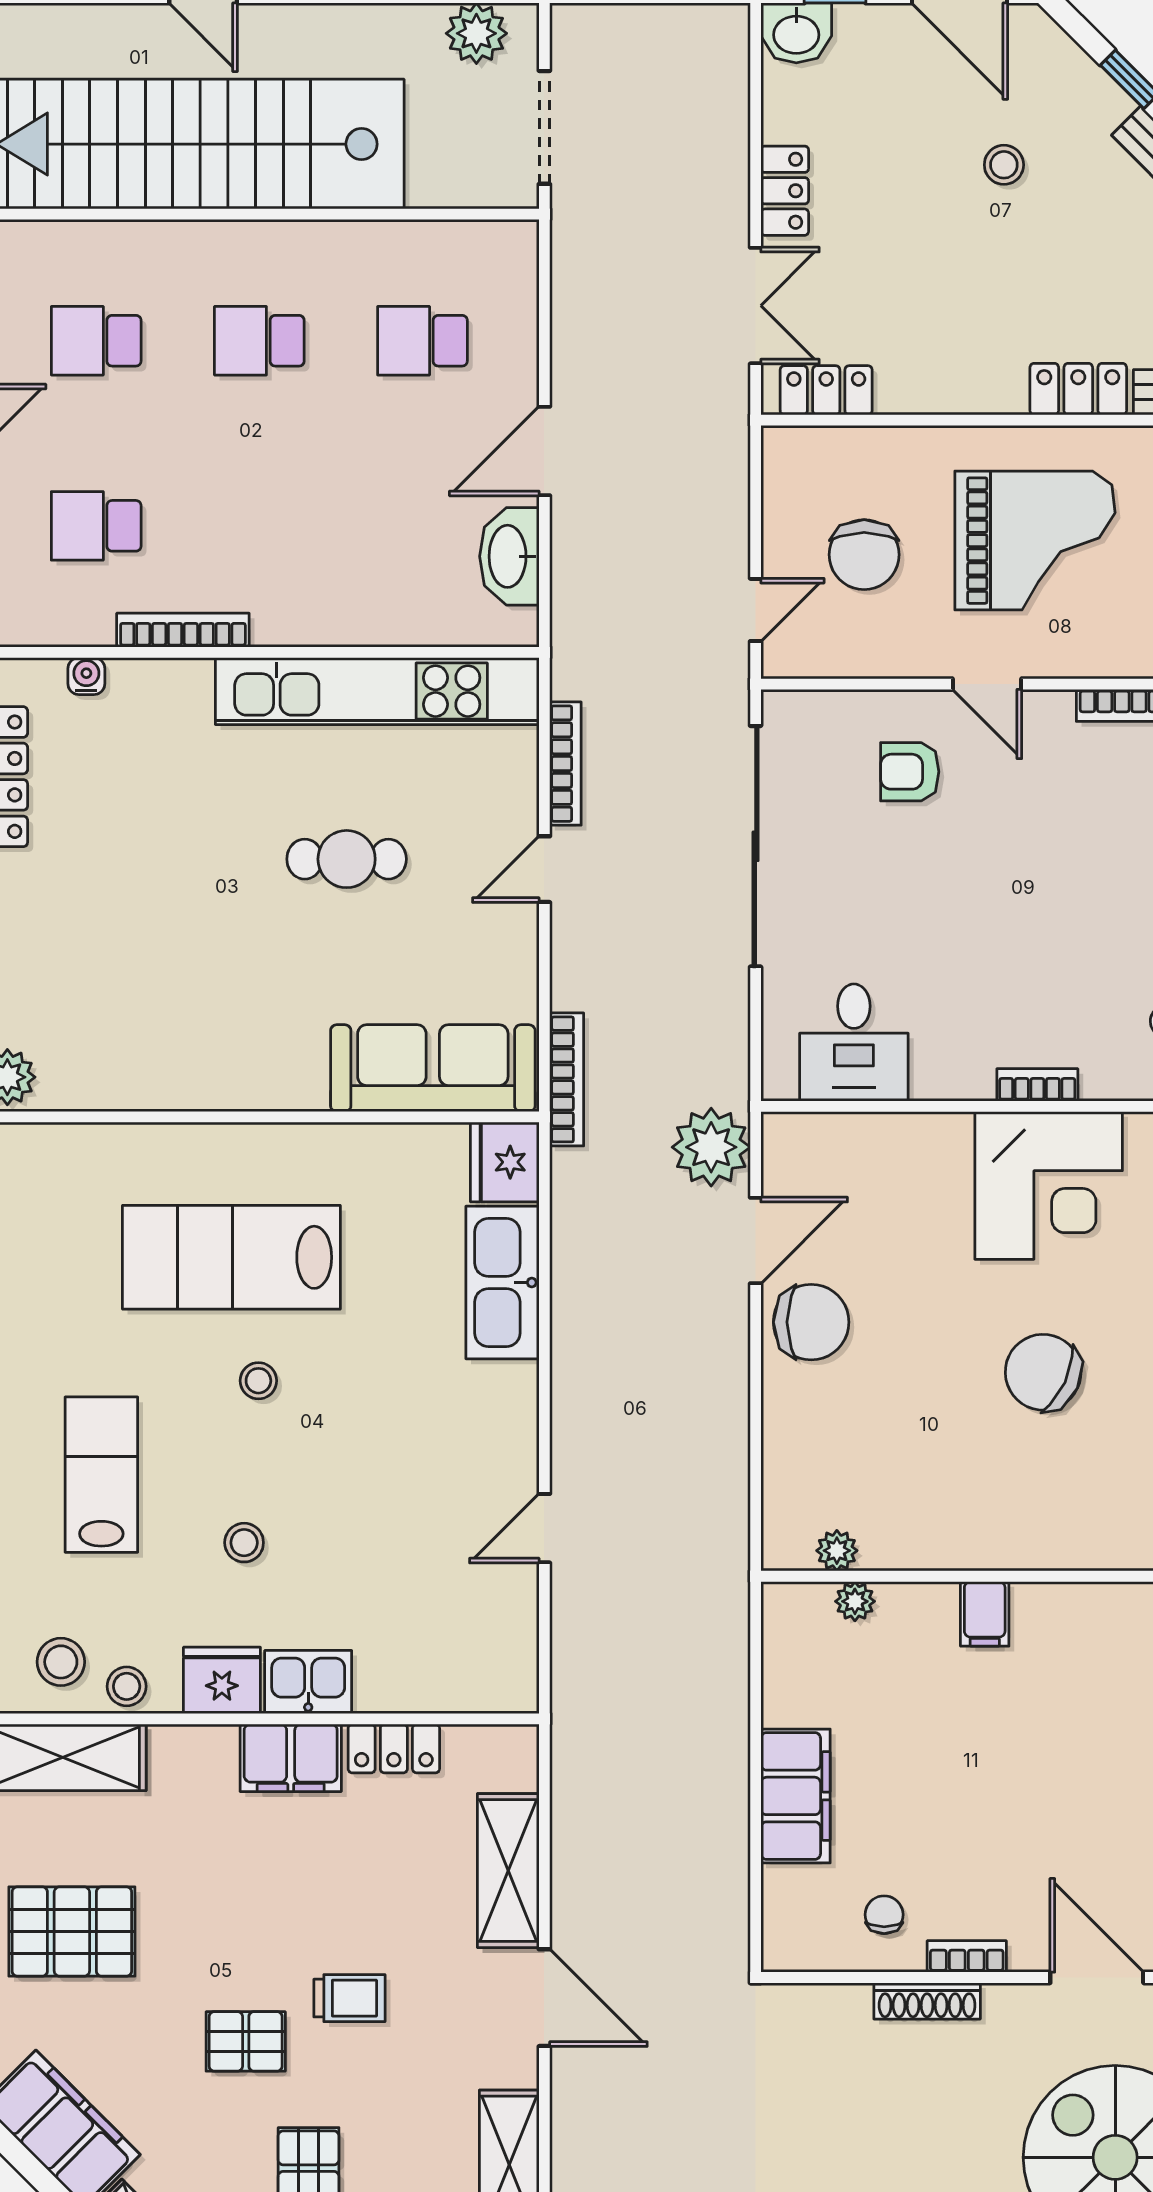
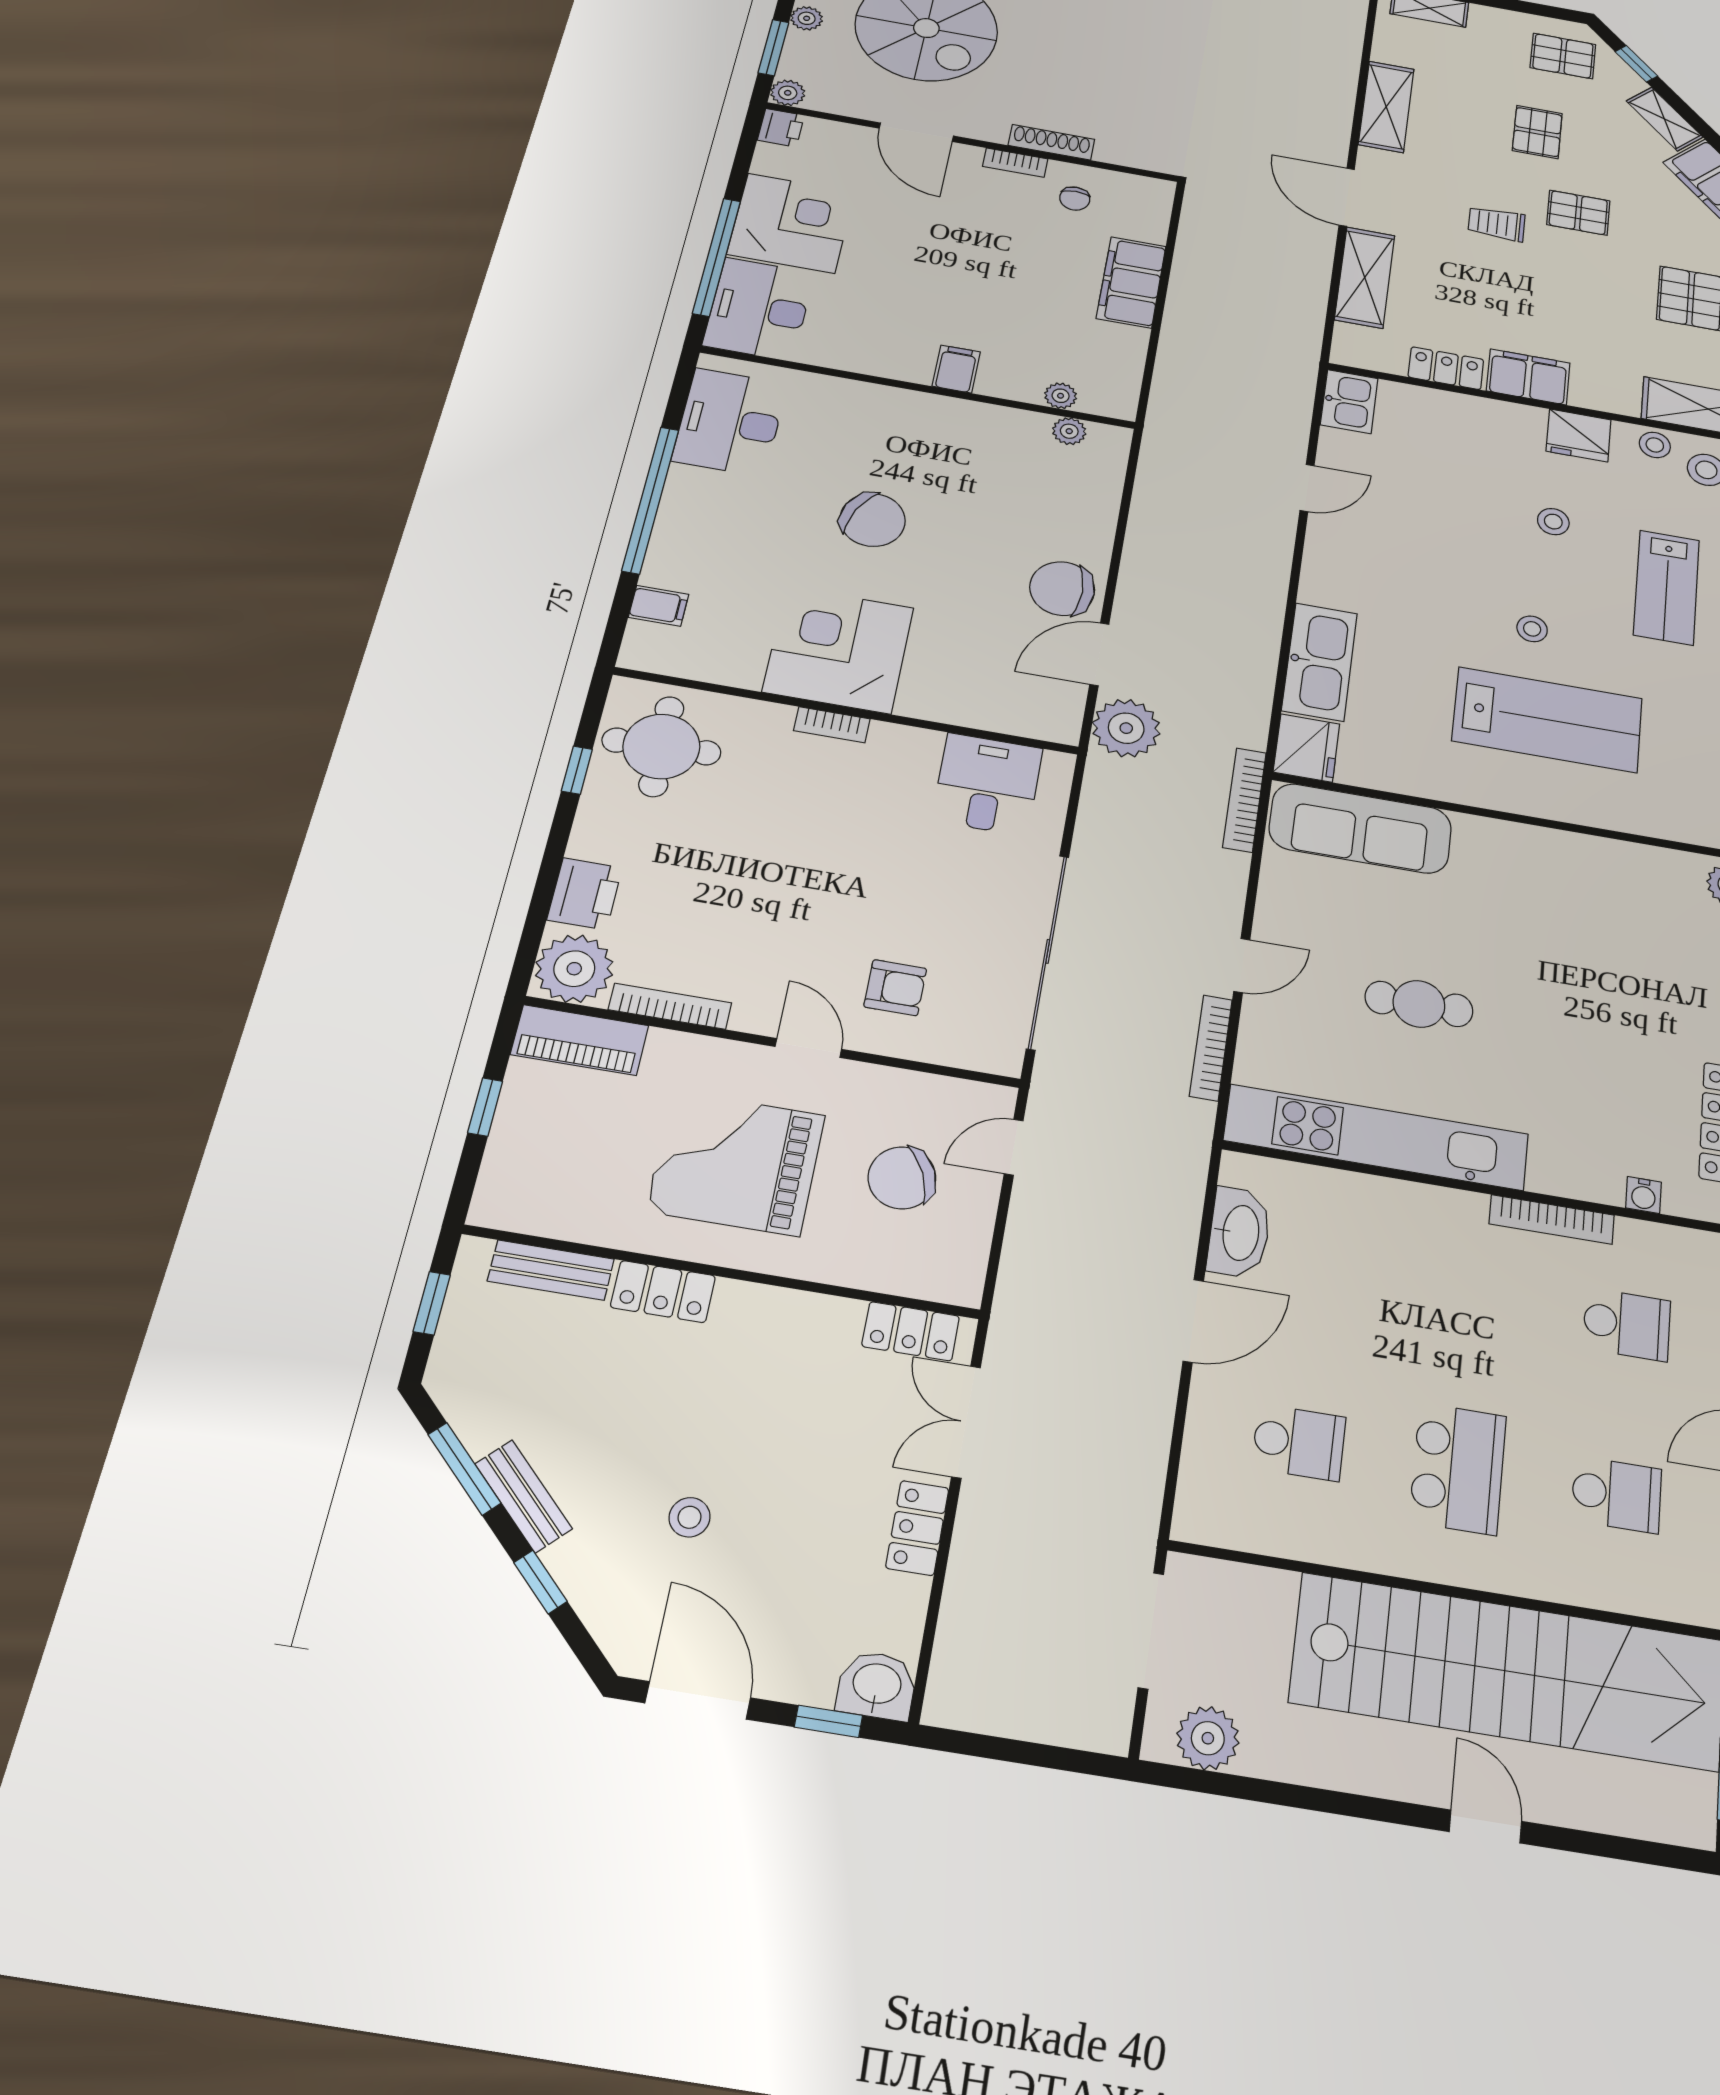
school desk: (259, 341) -> (1458, 1469), width x1.85
chair: (864, 555) -> (902, 1178), turned -114
kitchen sink: (308, 1682) -> (1349, 402), moved, turned -90

